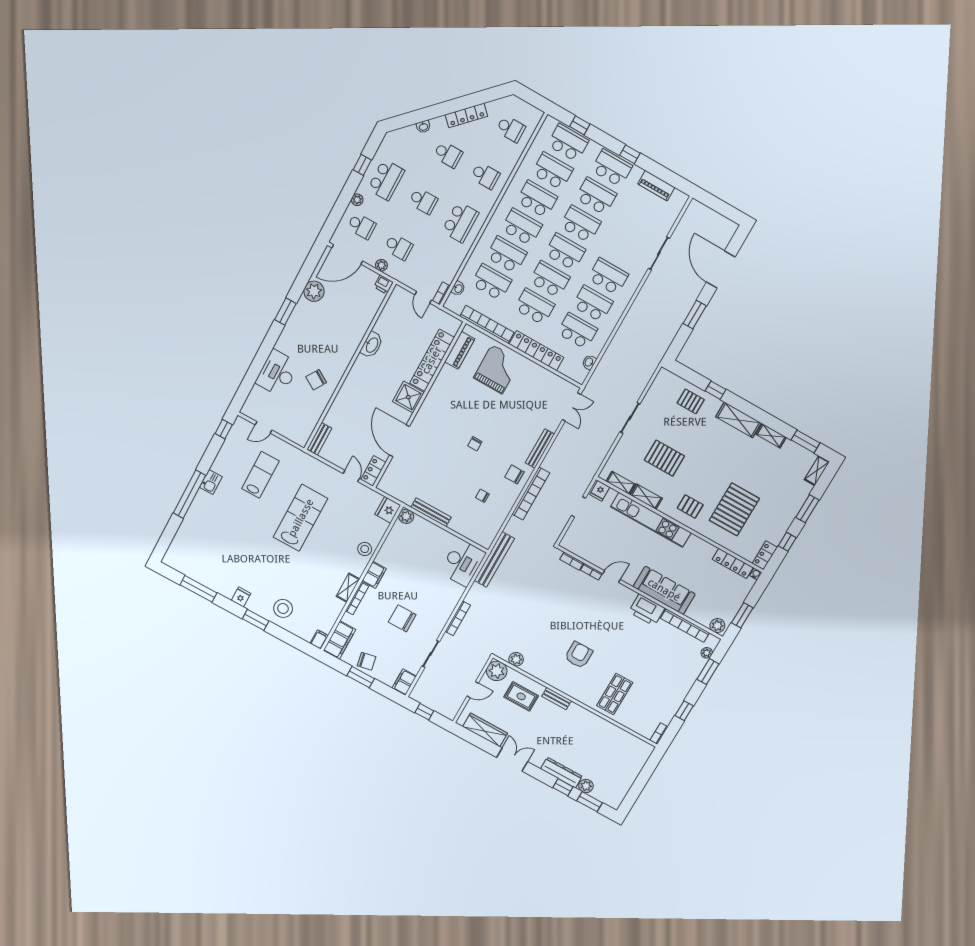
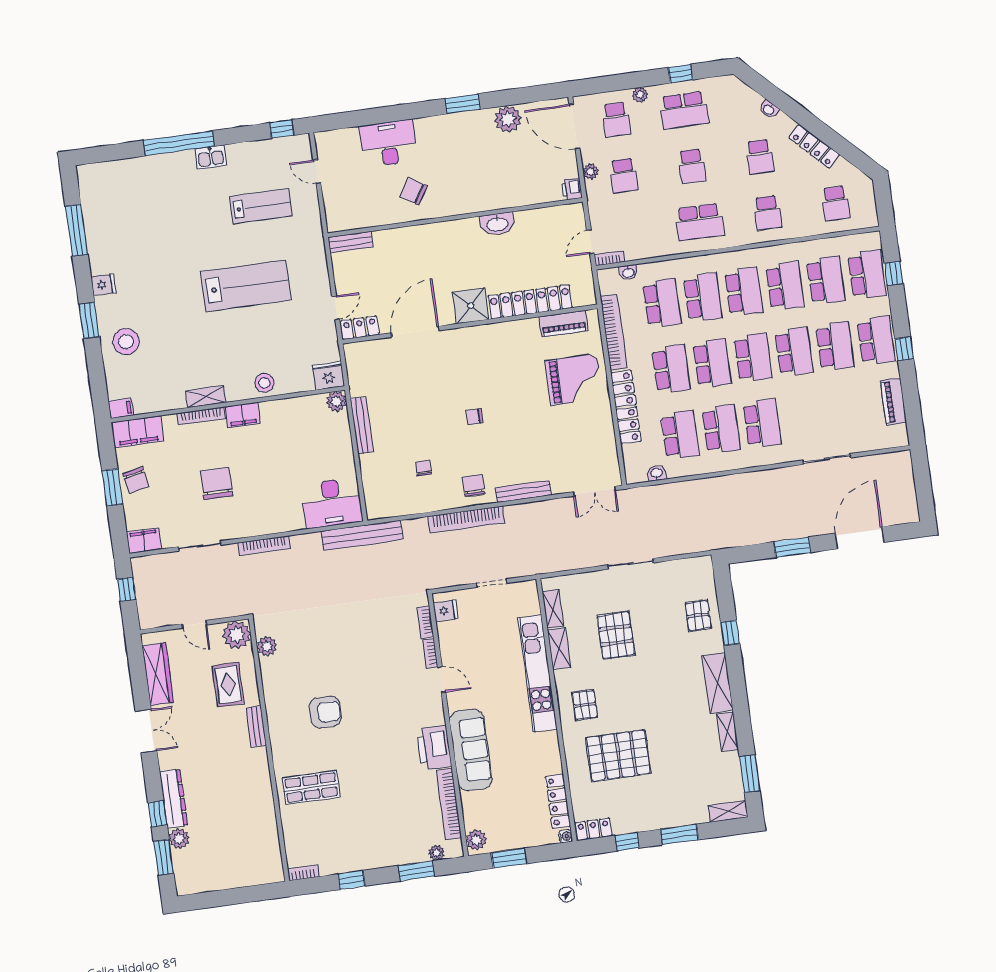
fridge: (600, 491) -> (446, 611), moved, turned 180

